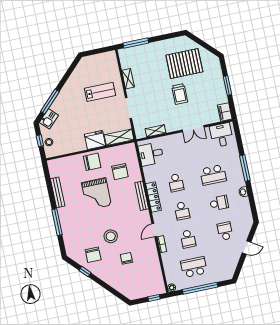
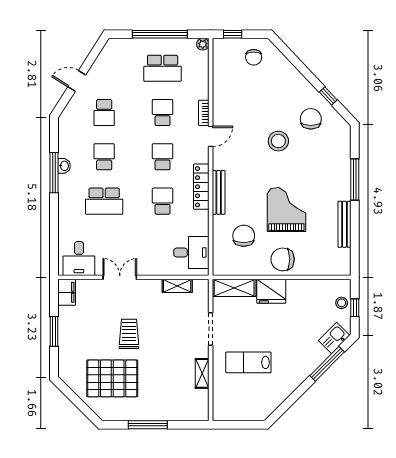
window: (136, 43) -> (148, 425), moved
window: (245, 168) -> (54, 173), moved
school desk: (213, 175) -> (104, 201), turned 180
school desk: (219, 203) -> (104, 157), turned 90
chair: (126, 258) -> (254, 57), moved

